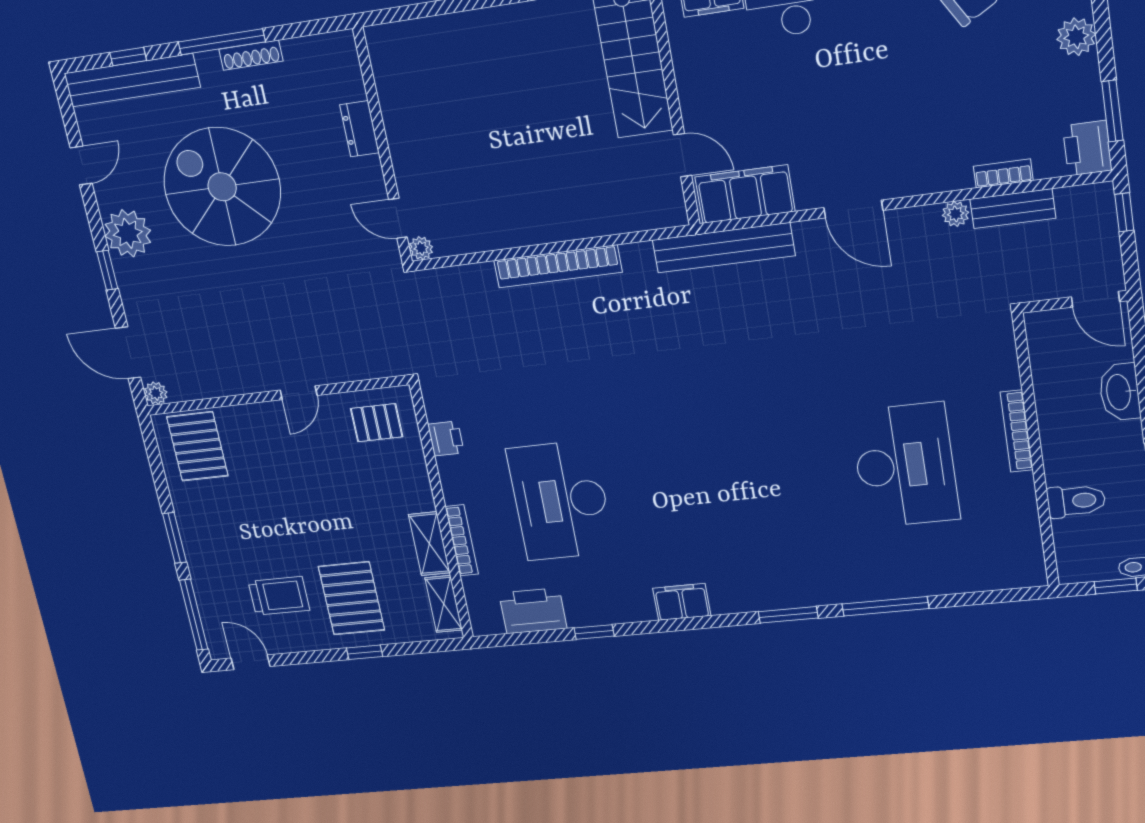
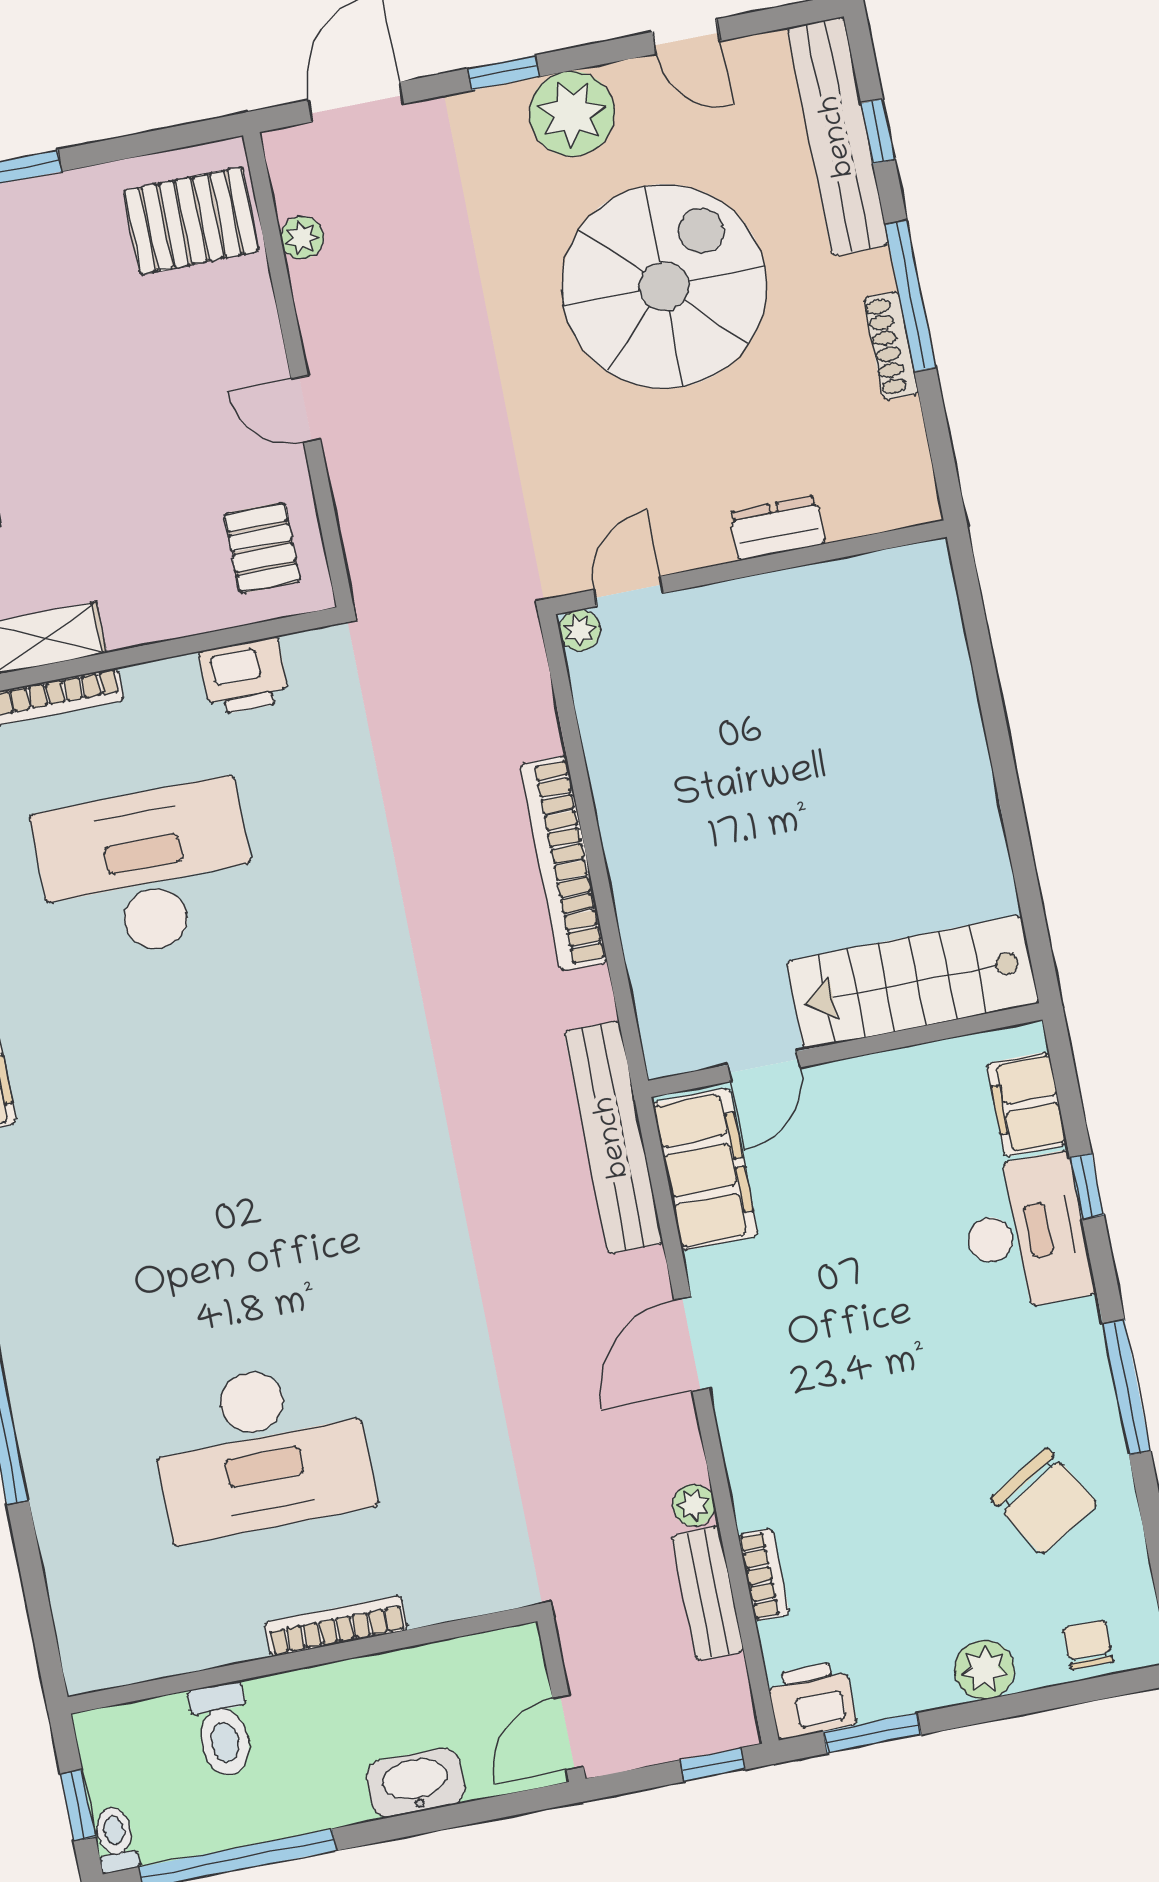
plant: (156, 393) -> (302, 238), moved
printer: (446, 439) -> (244, 676), width x1.36, depth x1.24

